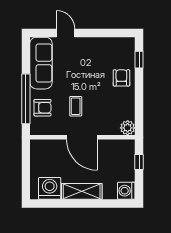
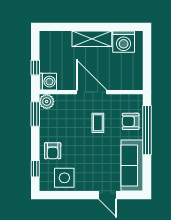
side table: (110, 51) -> (64, 178), added
window: (139, 115) -> (35, 114), added
washing machine: (126, 191) -> (48, 82), moved

